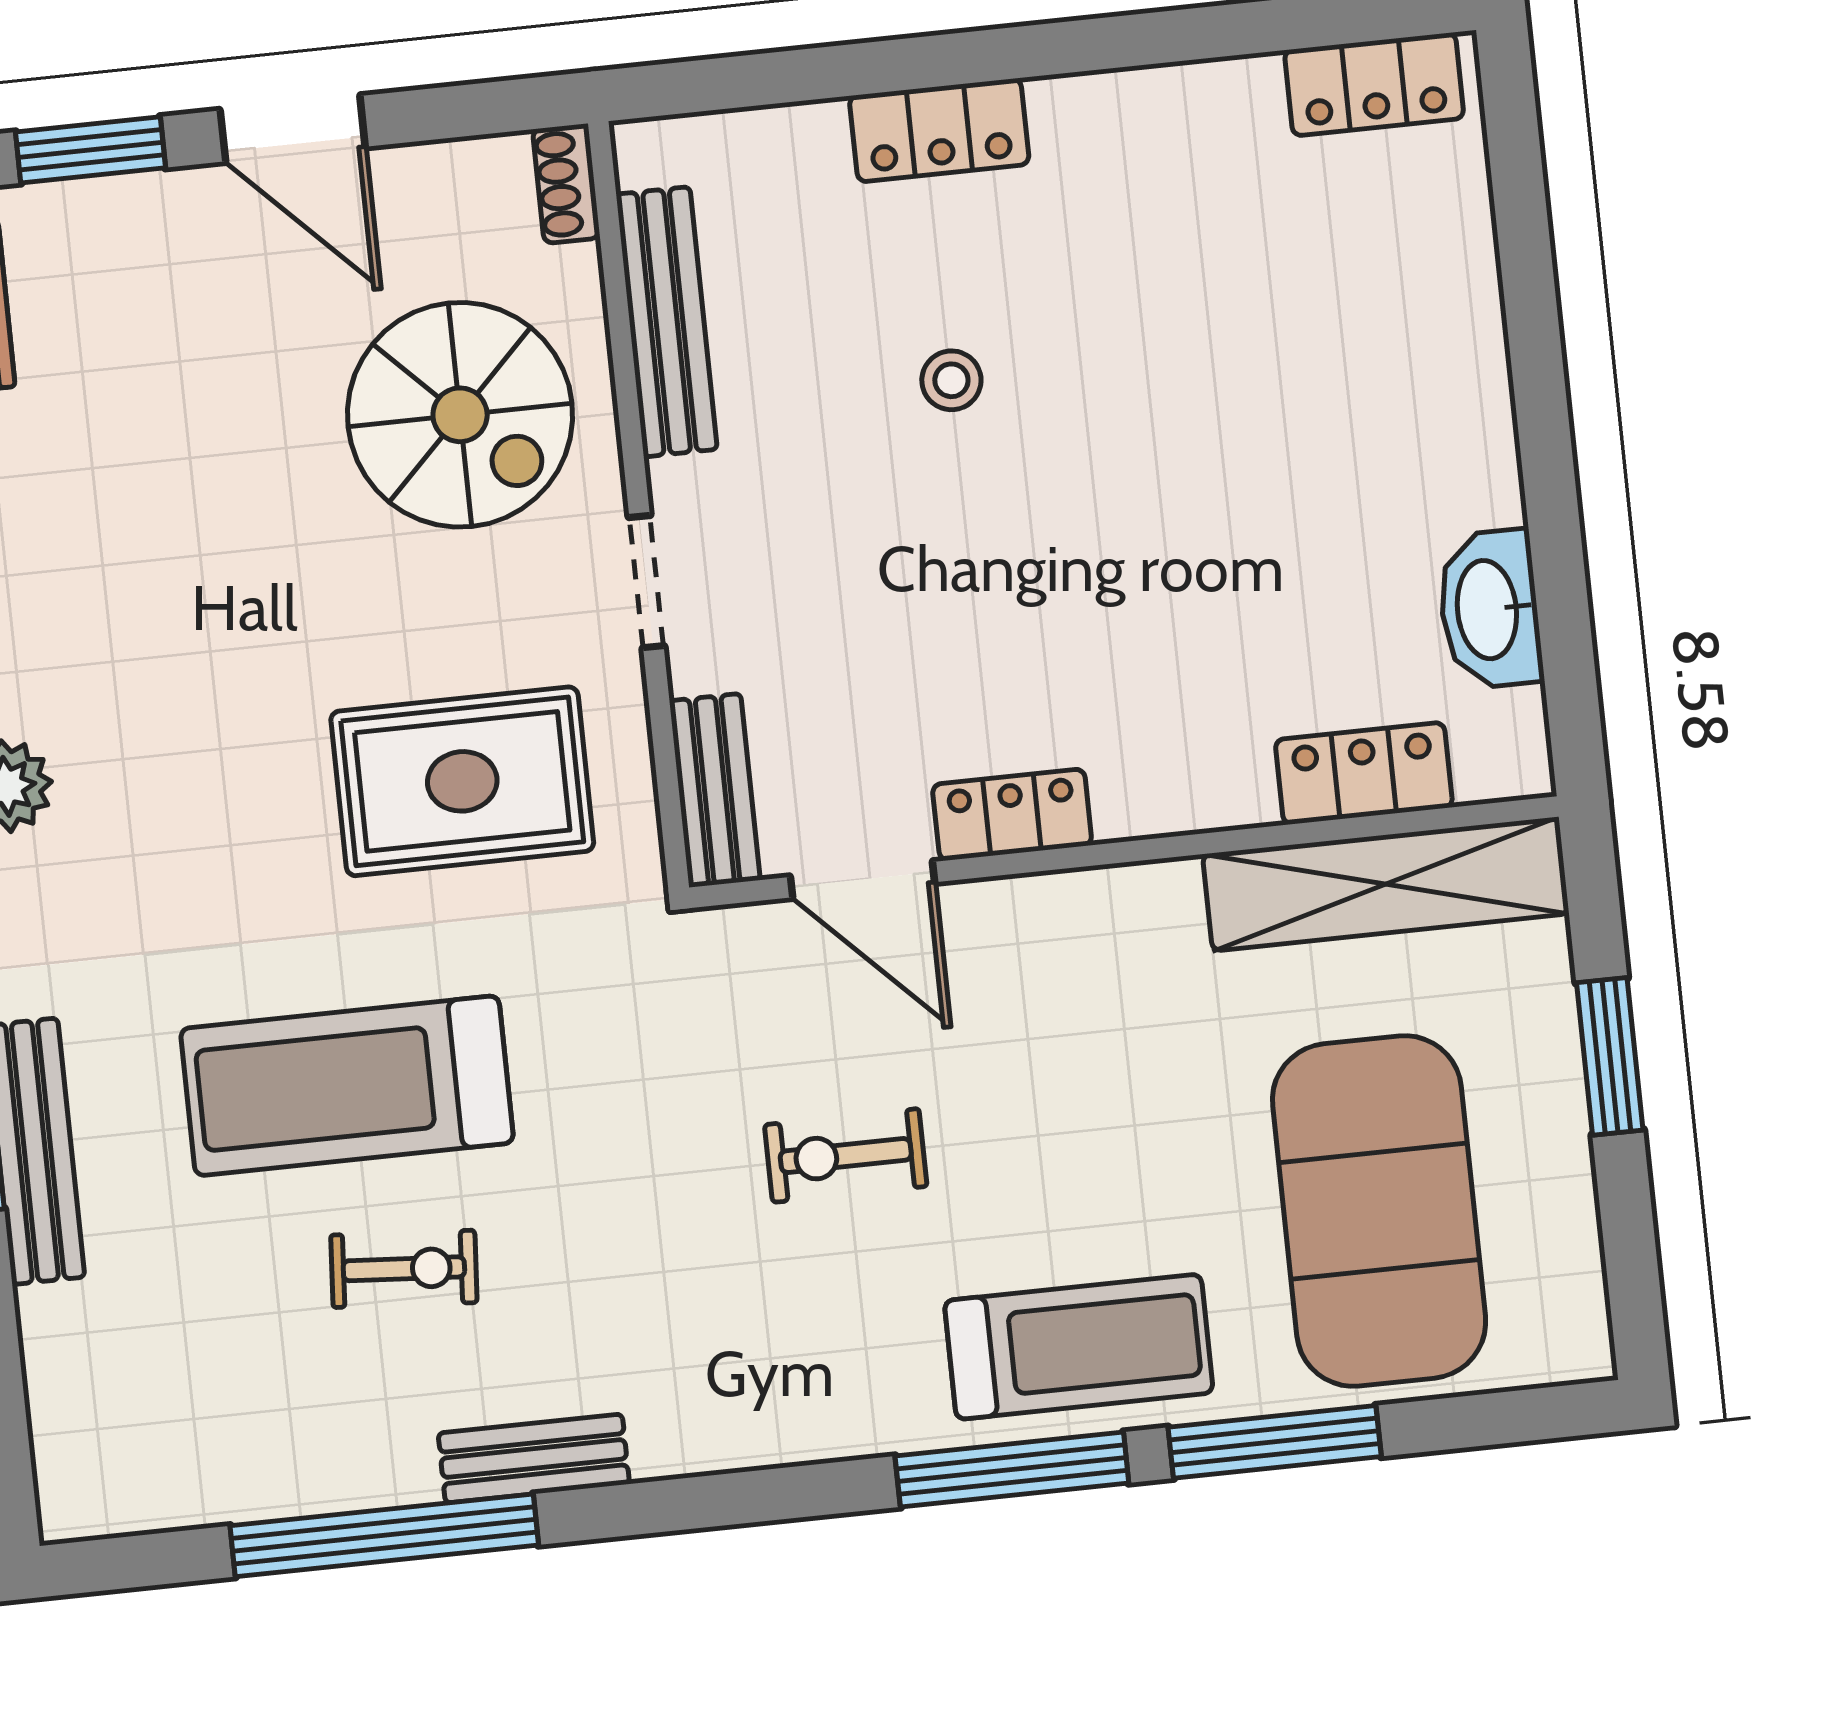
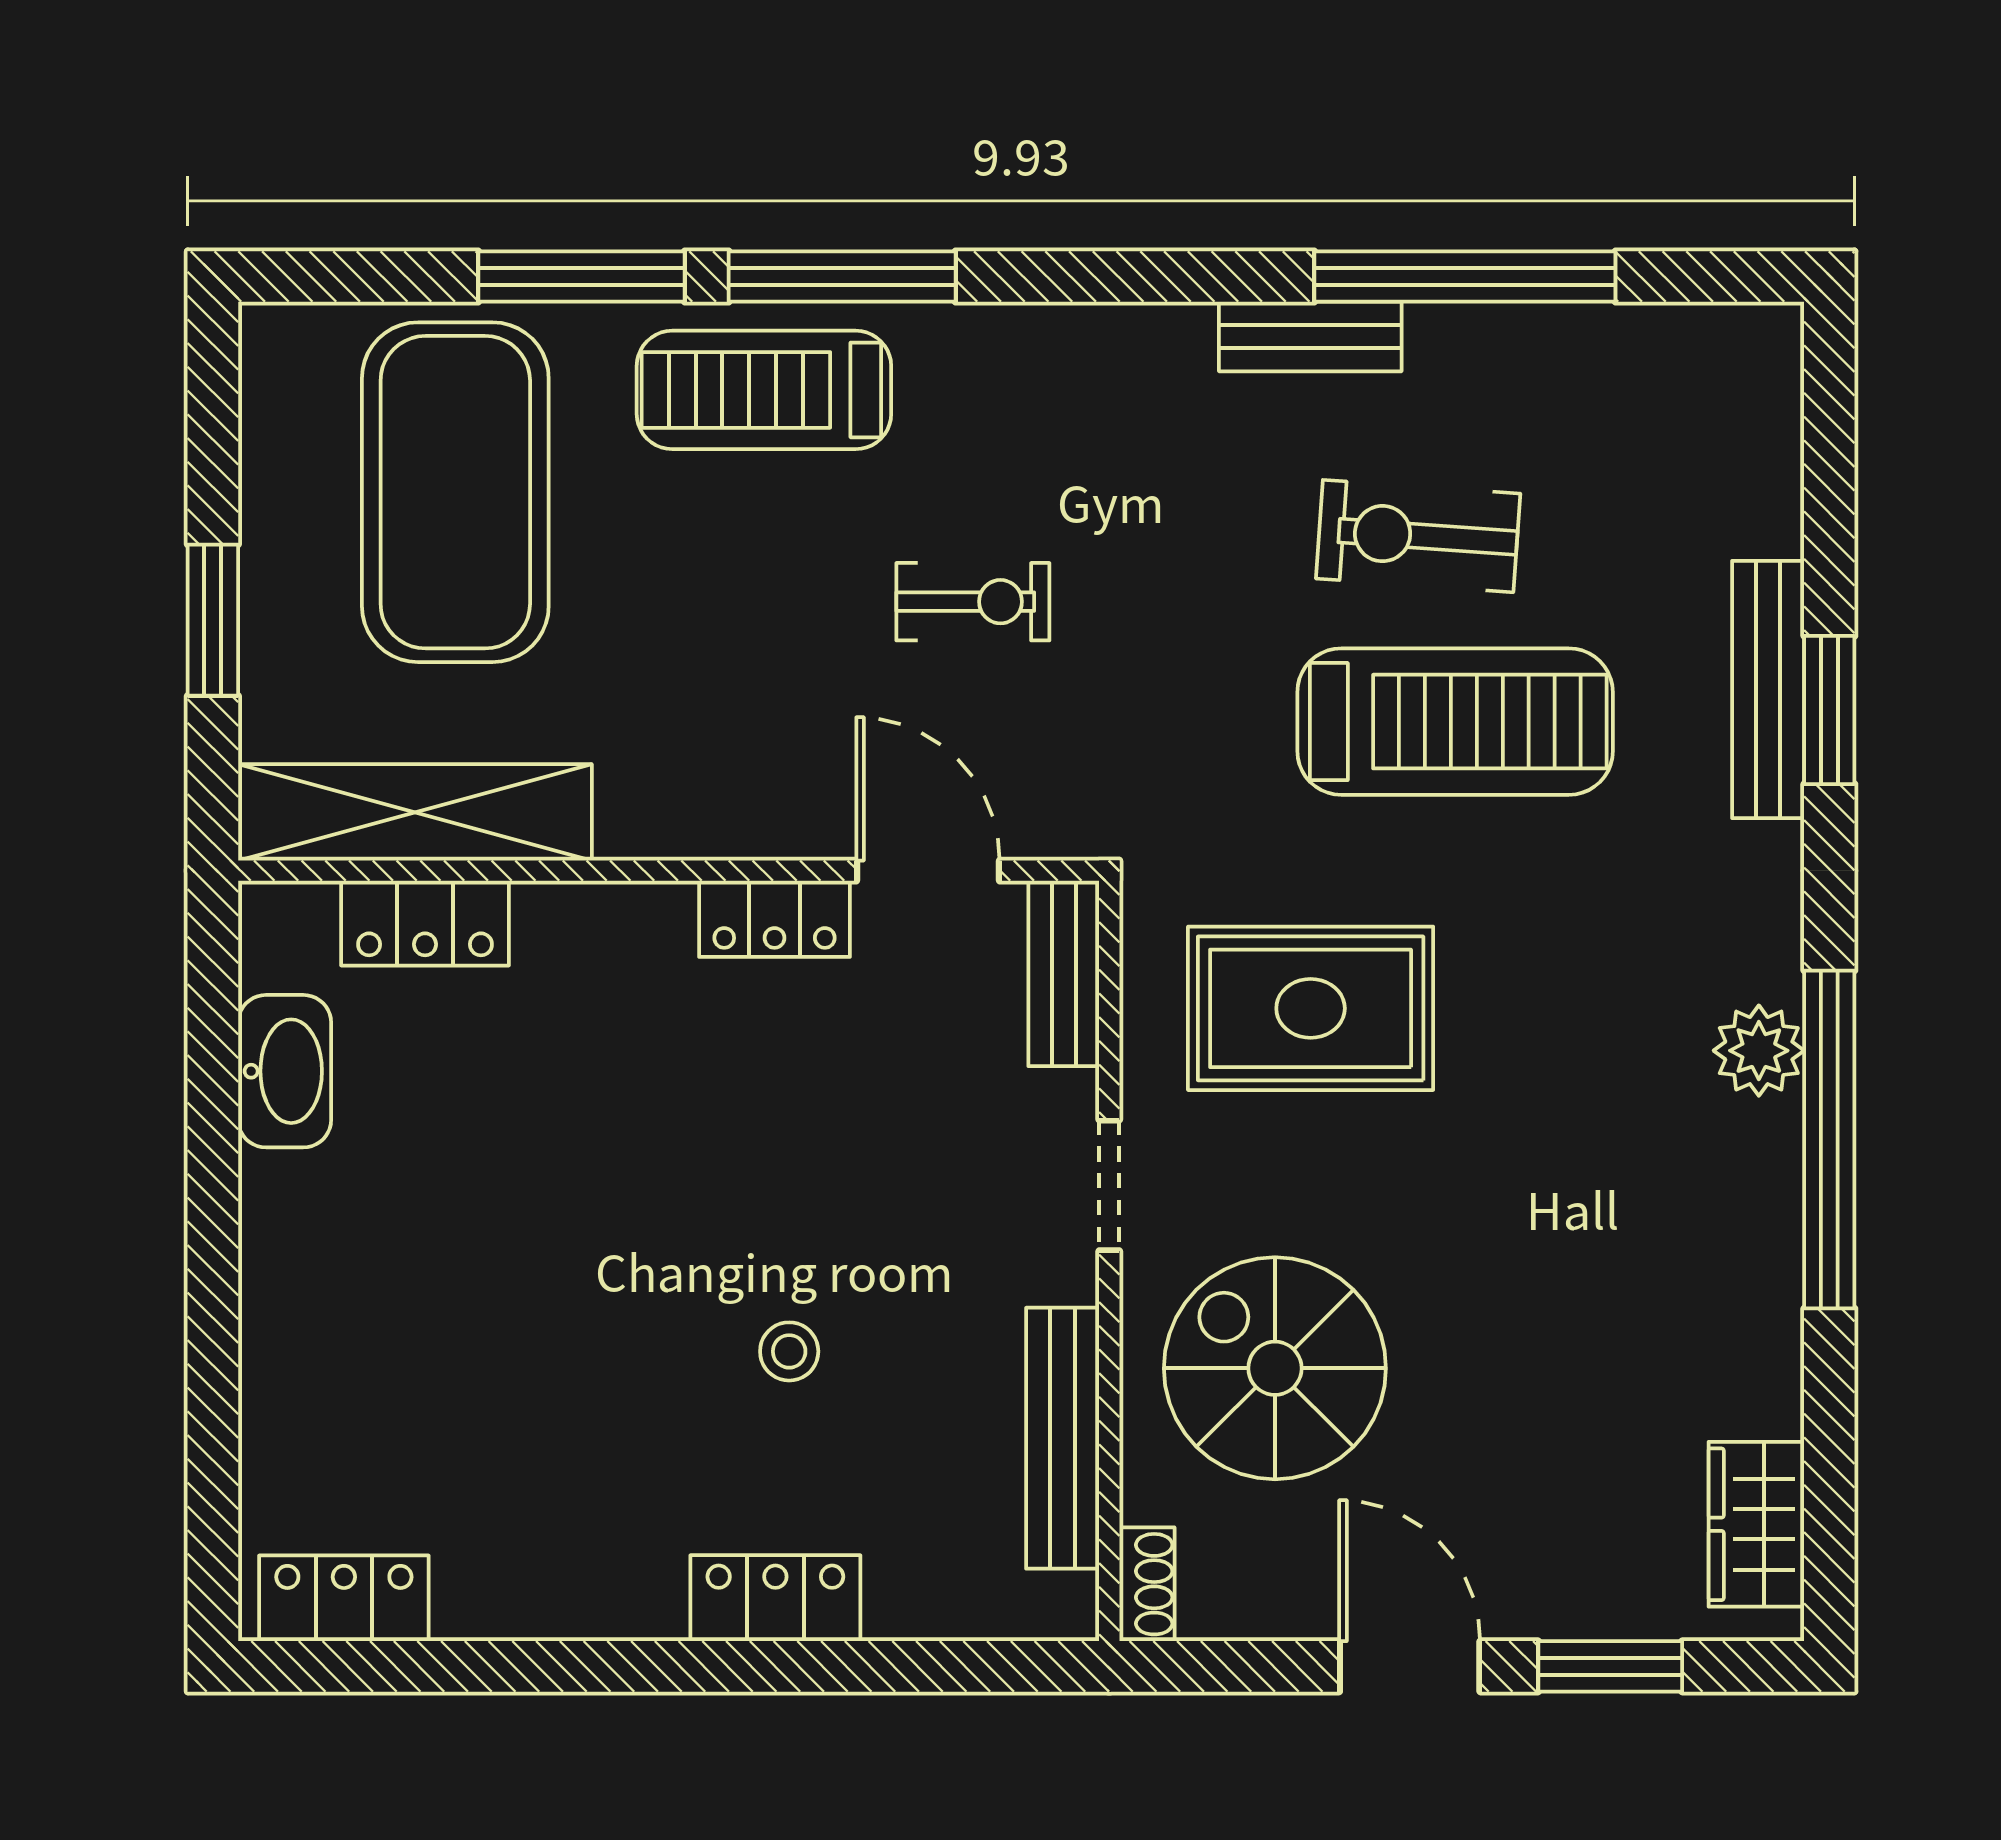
exercise bike: (404, 1269) -> (1418, 536), width x1.38, depth x1.39

